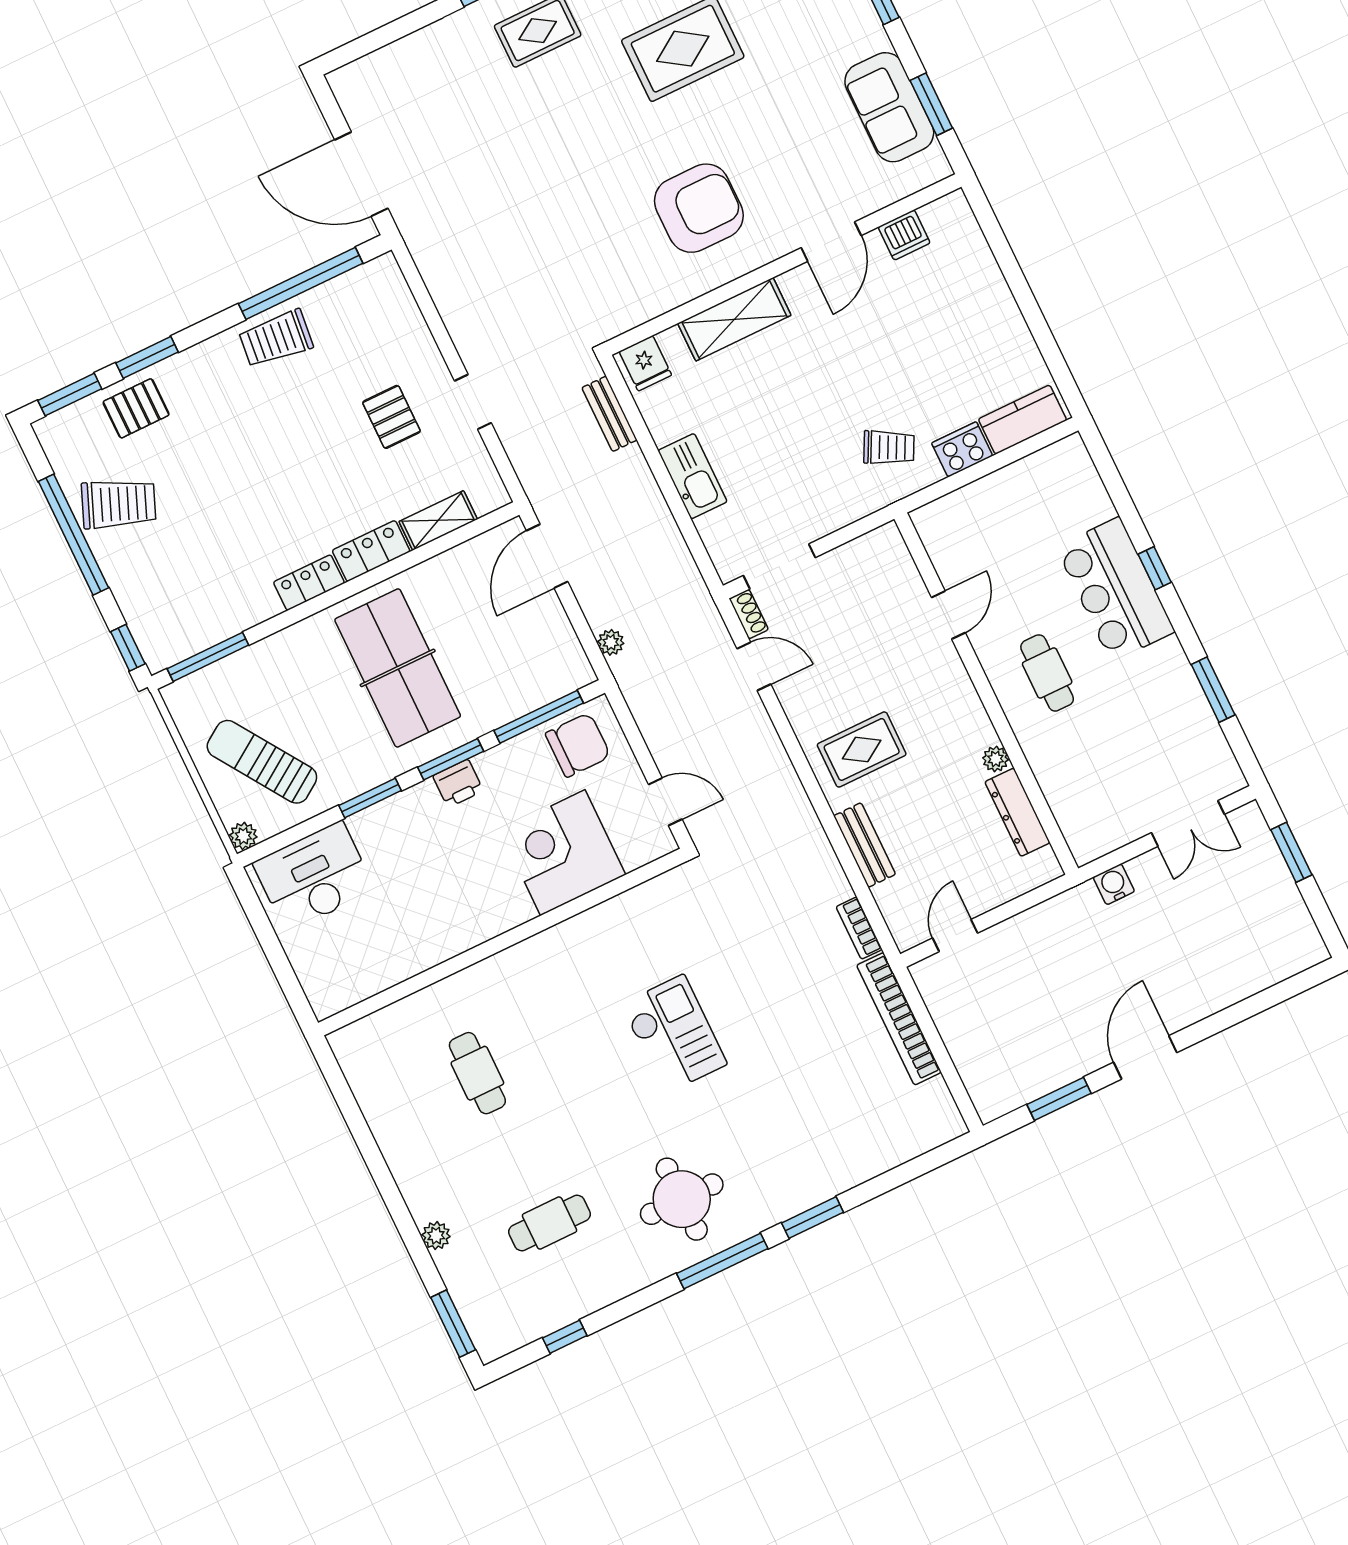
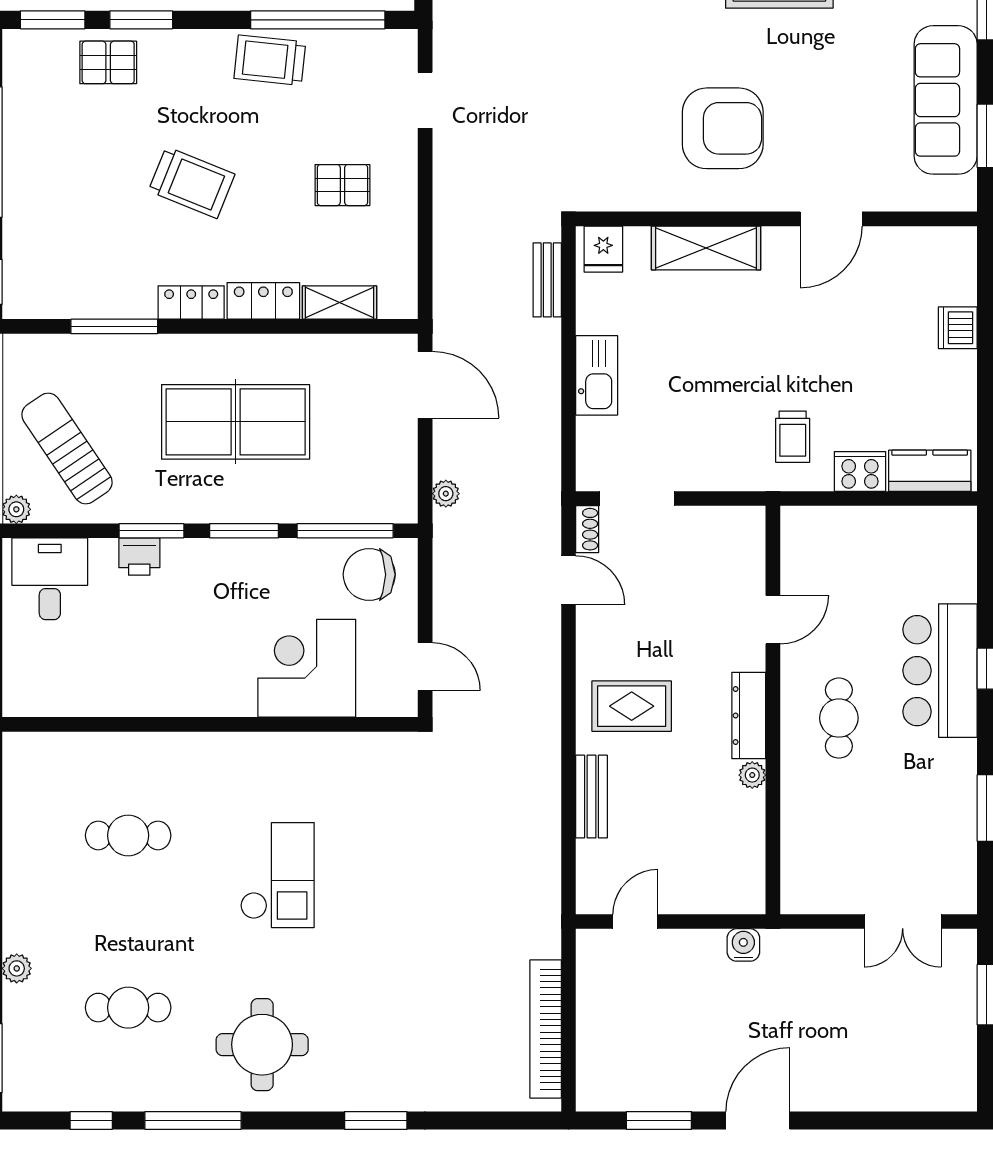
sofa: (889, 107) -> (946, 100), width x1.36
dishwasher: (904, 235) -> (958, 328), moved, turned 90
doorway: (473, 402) -> (425, 100), moved
pallet: (391, 417) -> (342, 185), turned 90
trolley: (889, 447) -> (793, 437), turned 63
trolley: (119, 504) -> (192, 183), moved
door: (547, 556) -> (425, 385), swing flipped
window: (208, 657) -> (114, 326), moved
table tennis table: (398, 668) -> (236, 422), turned 90
chair: (578, 745) -> (369, 575), turned 180
printer: (458, 783) -> (139, 557), moved
dresser: (1017, 812) -> (749, 716), moved
desk: (314, 876) -> (50, 579), width x0.73
water cooler: (1114, 884) -> (743, 945), moved
bookcase: (859, 928) -> (549, 872), removed
bookcase: (899, 1019) -> (546, 1029), moved
checkout: (674, 1034) -> (277, 875), moved
cafe table: (477, 1073) -> (128, 835), turned 90
window: (722, 1261) -> (193, 1121), moved

